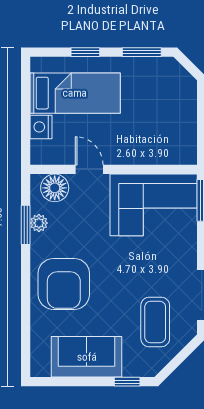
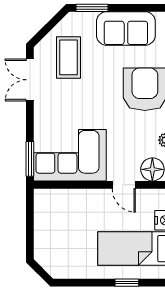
window: (142, 52) -> (80, 283), removed
window: (127, 382) -> (92, 8), width x1.50

